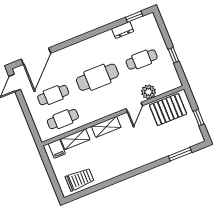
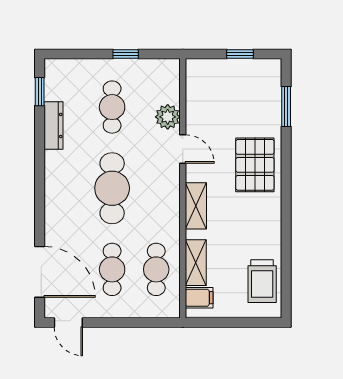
dresser: (123, 30) -> (53, 126), width x1.44
pallet: (168, 109) -> (255, 165), moved
trolley: (80, 179) -> (262, 281), turned 180

